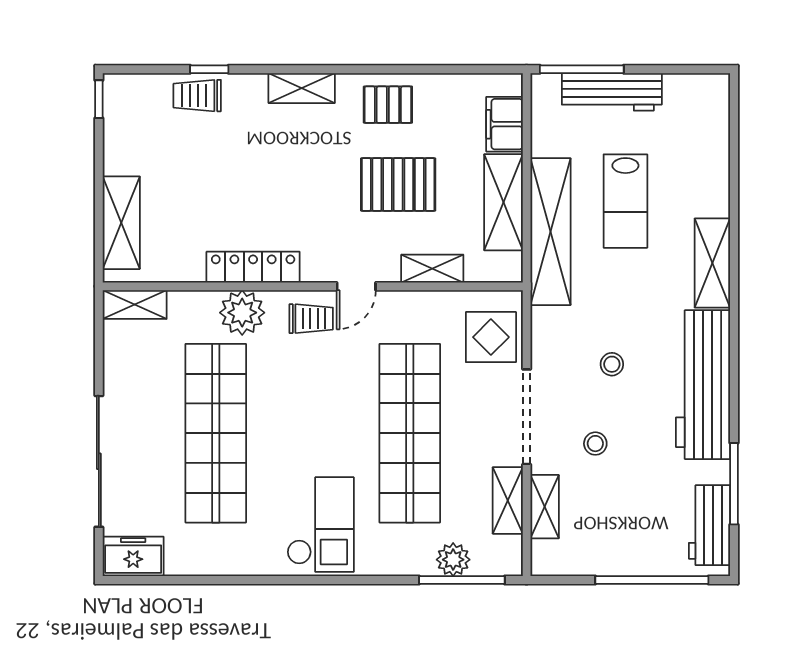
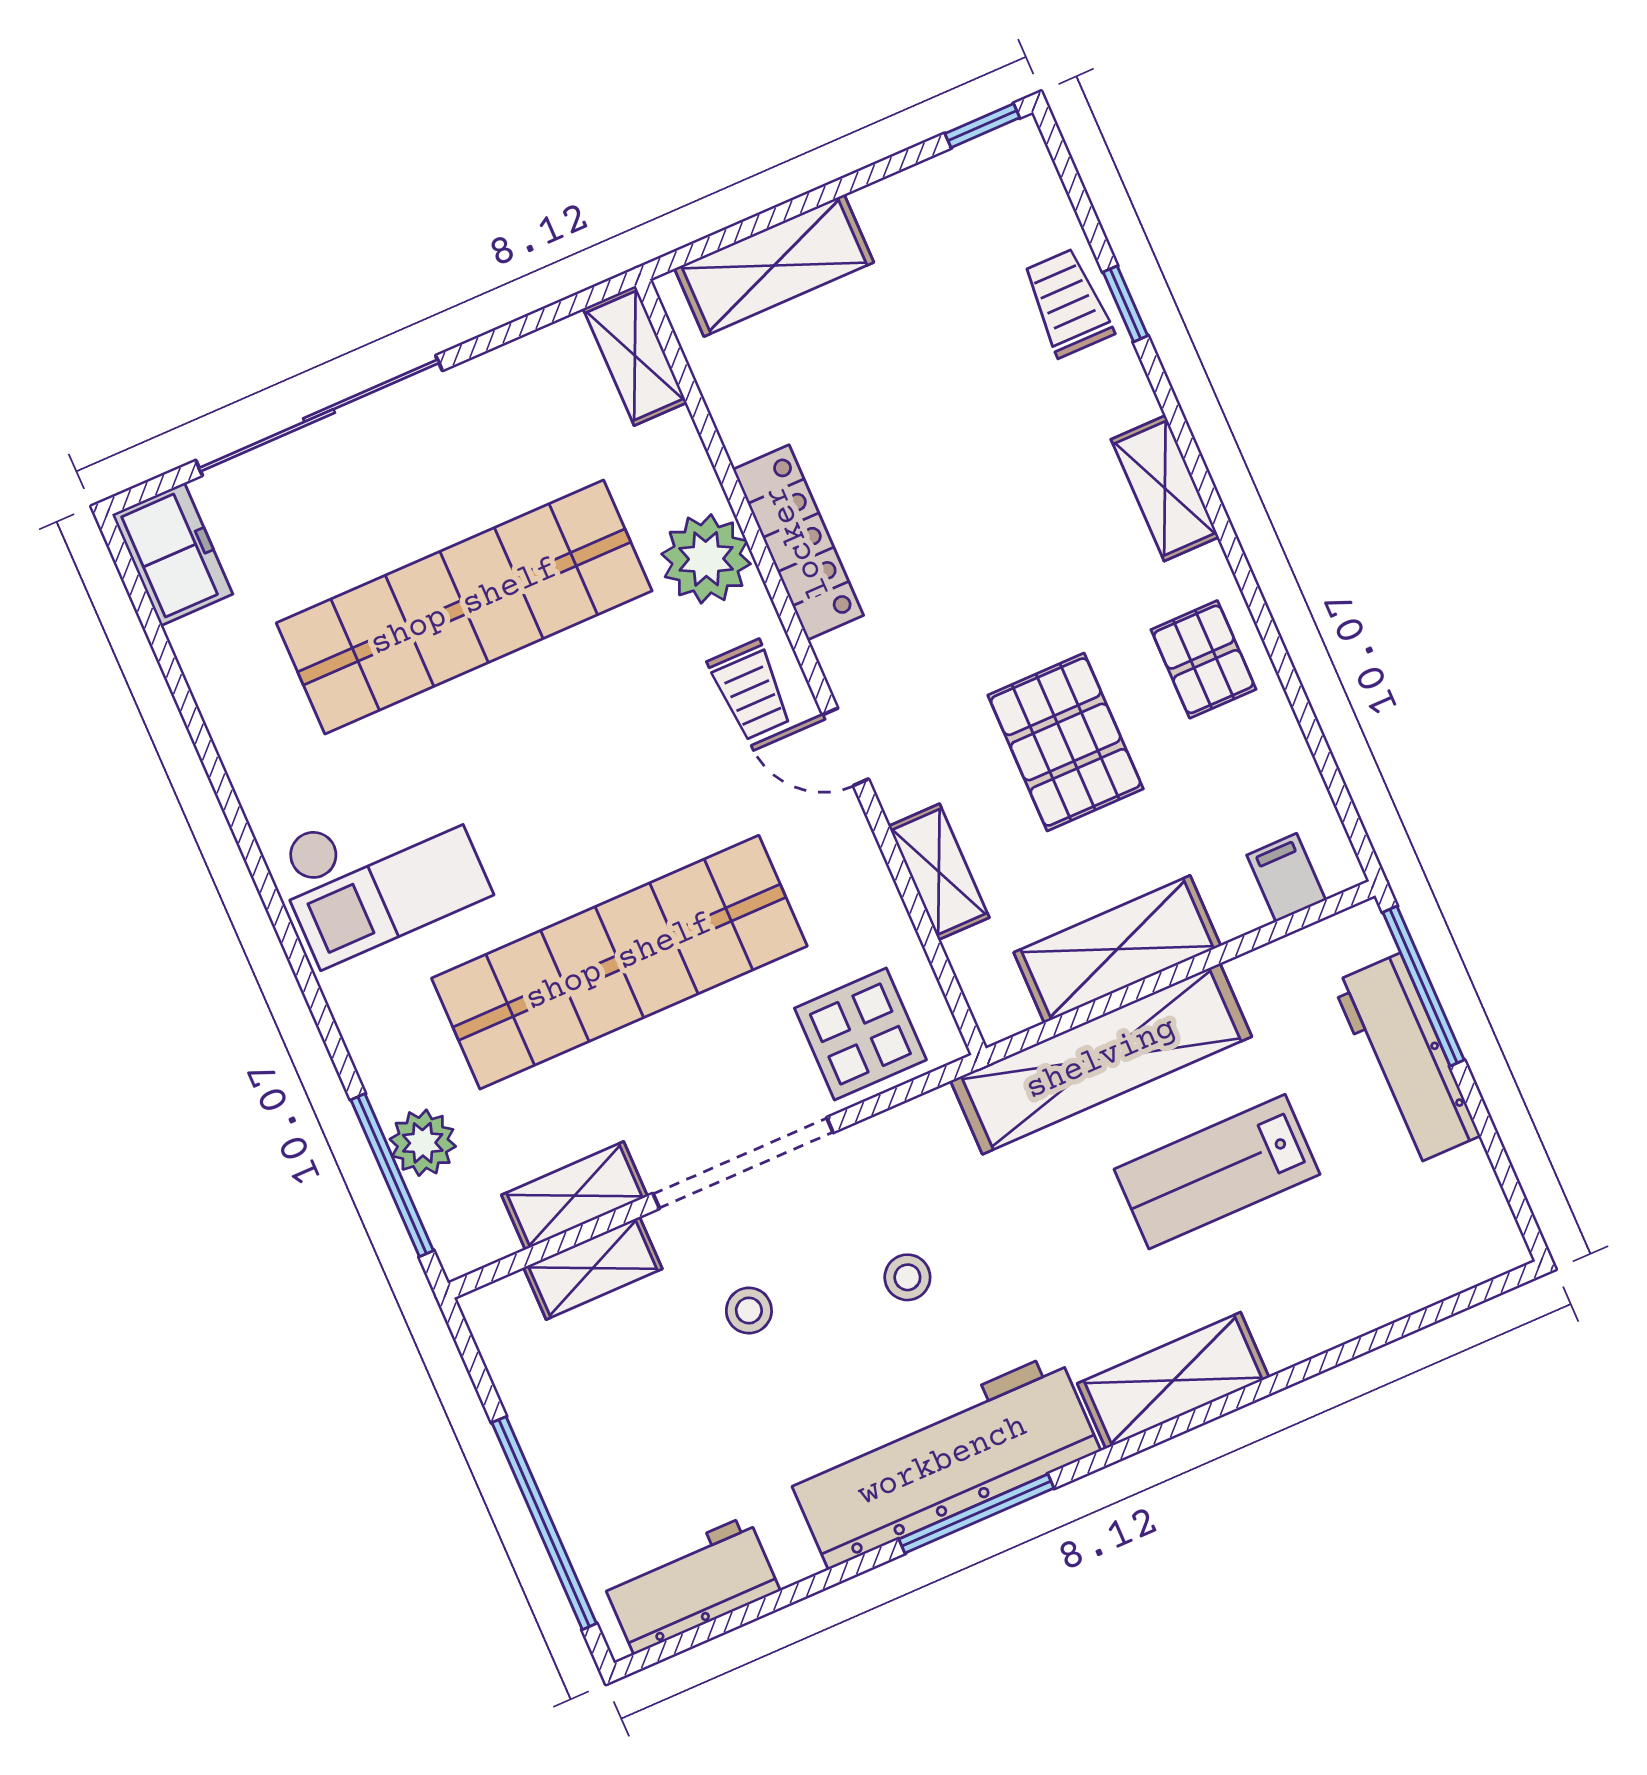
filing cabinet: (504, 124) -> (1286, 878), width x0.50
window: (734, 484) -> (976, 1514), moved

